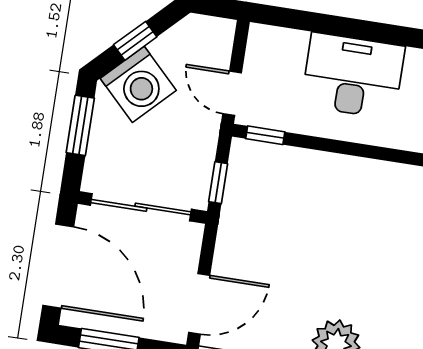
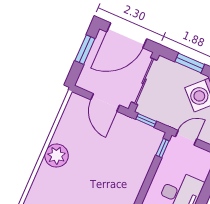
door: (199, 304) -> (105, 102), moved

